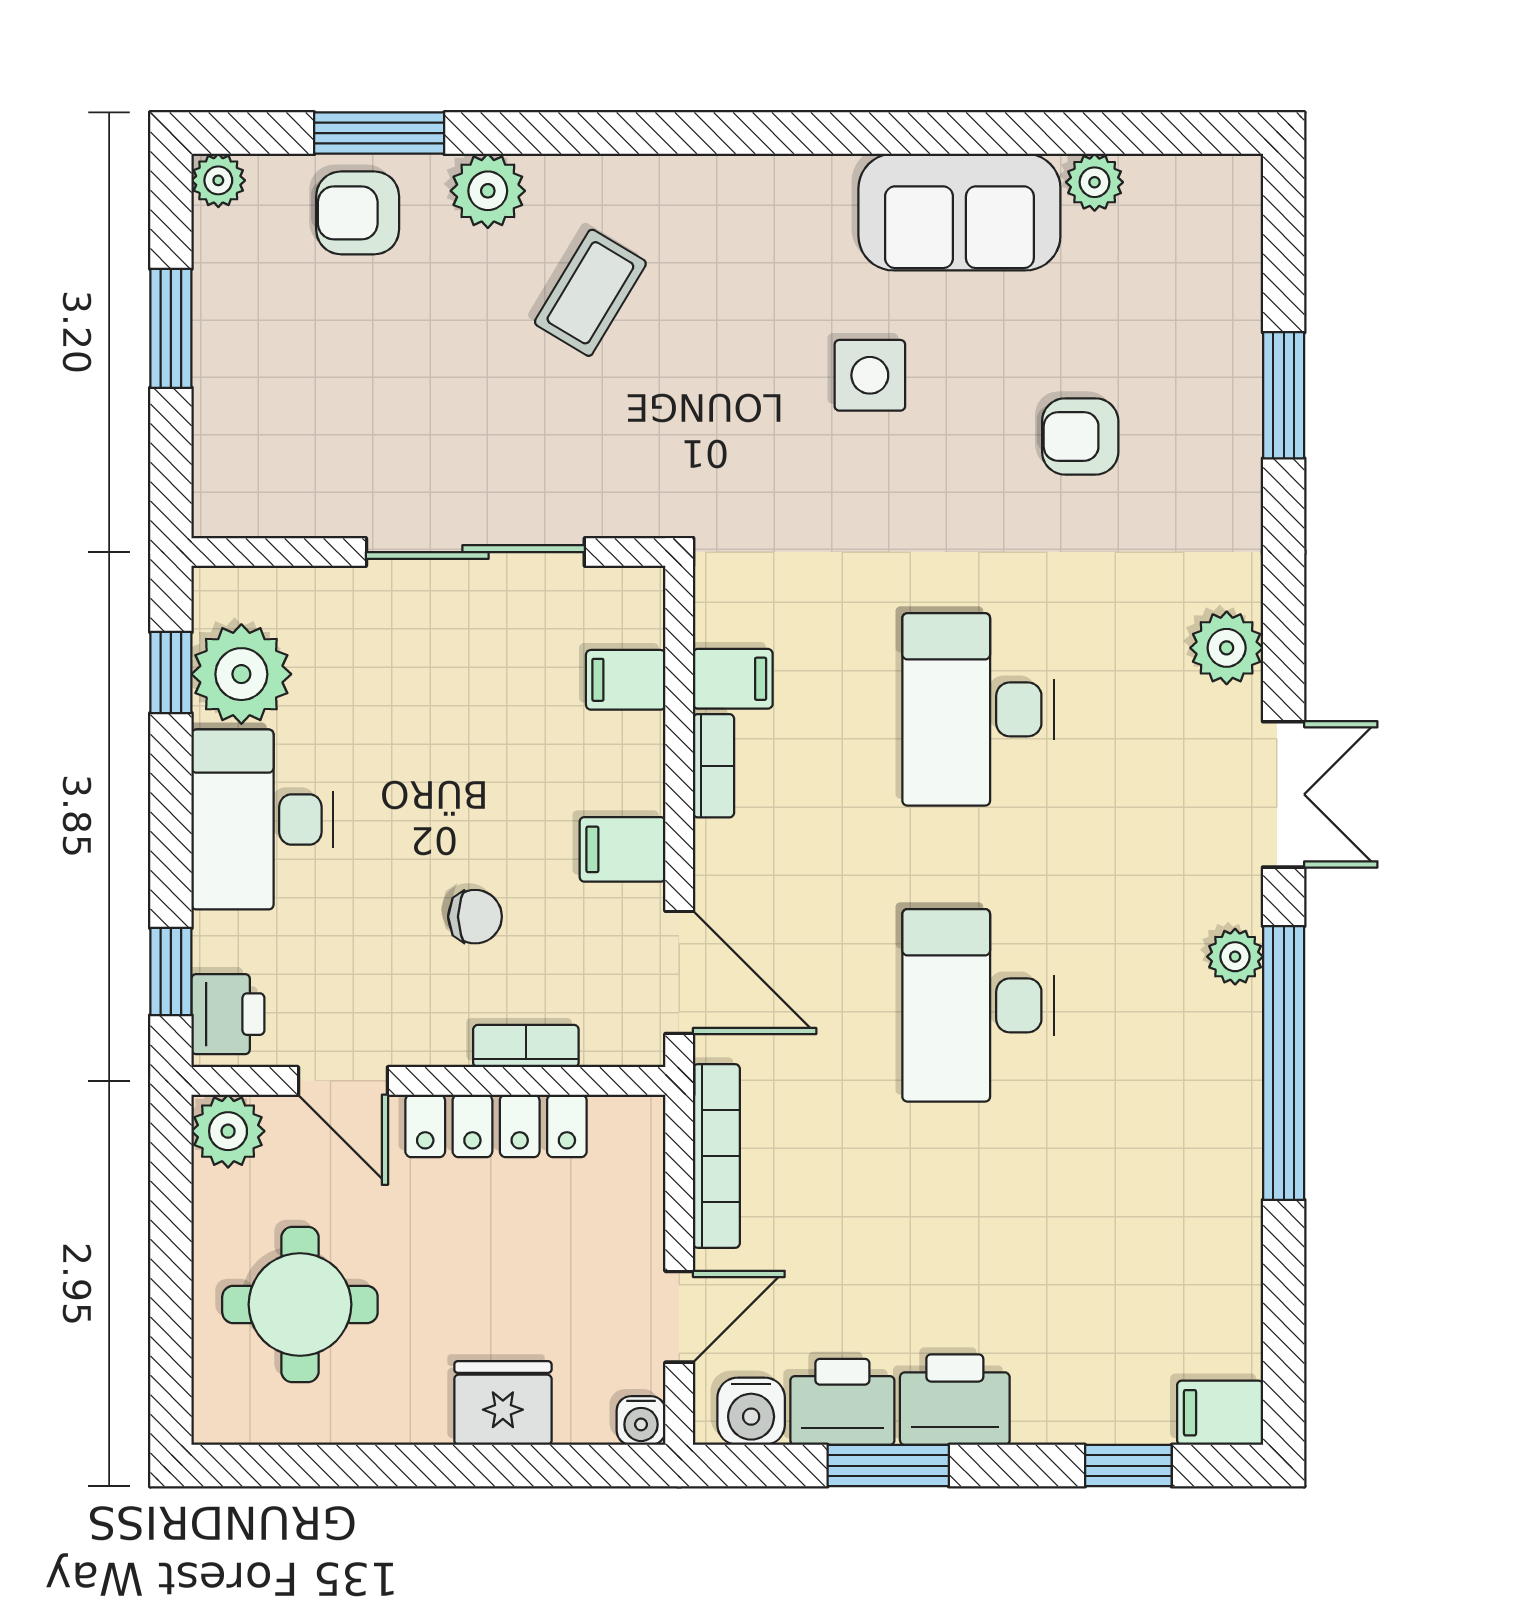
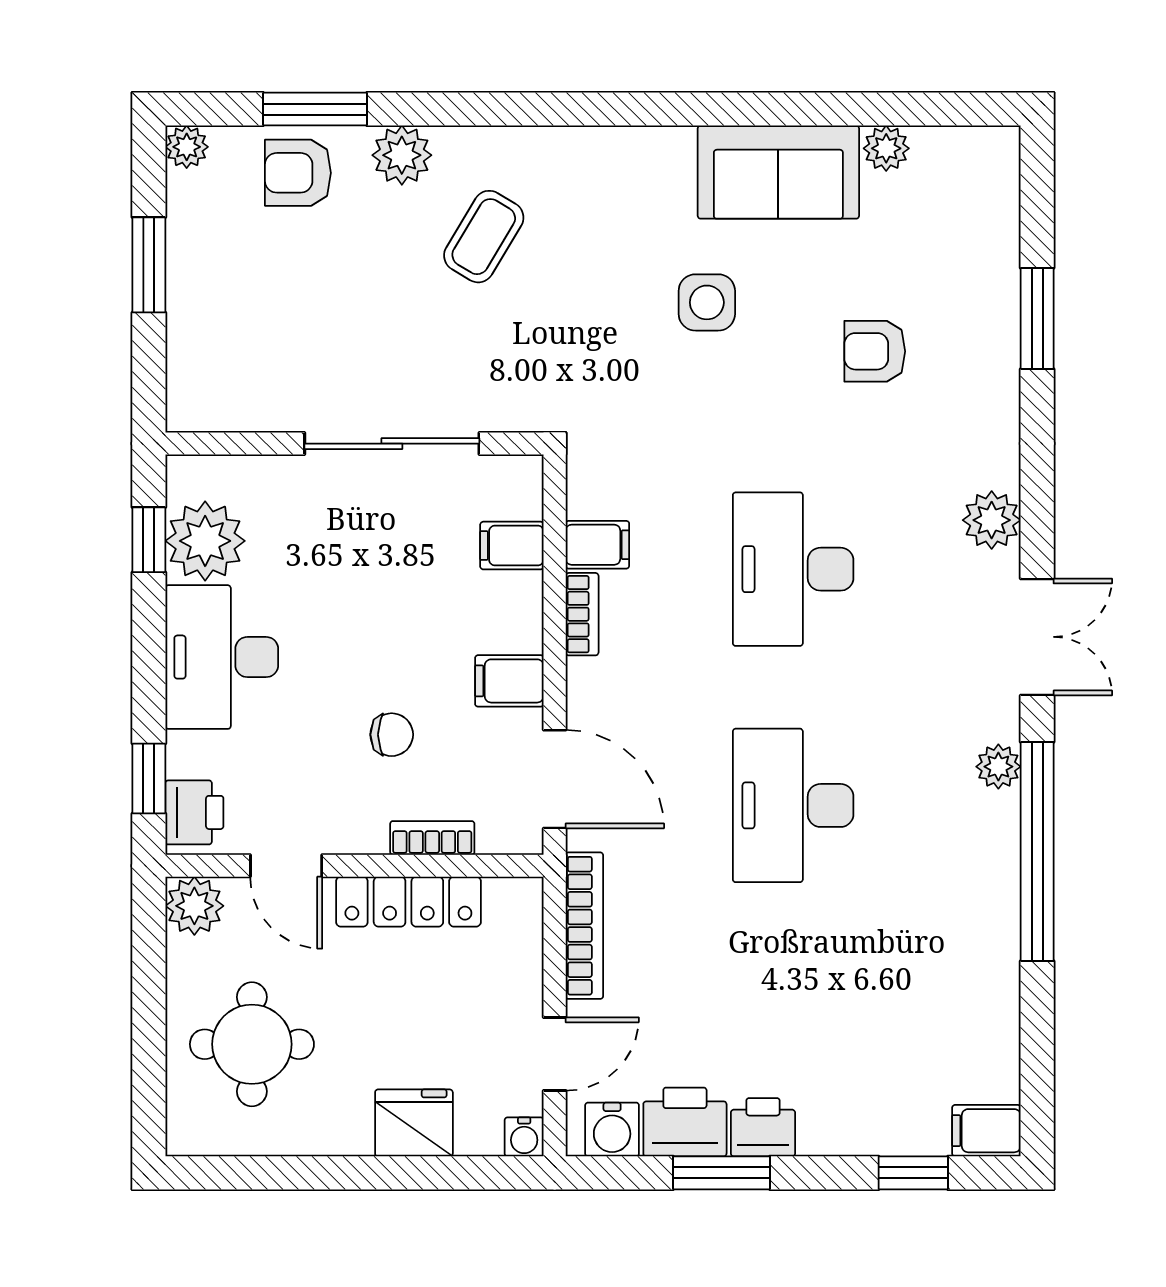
printer: (955, 1400) -> (763, 1127), width x0.73, depth x0.81

